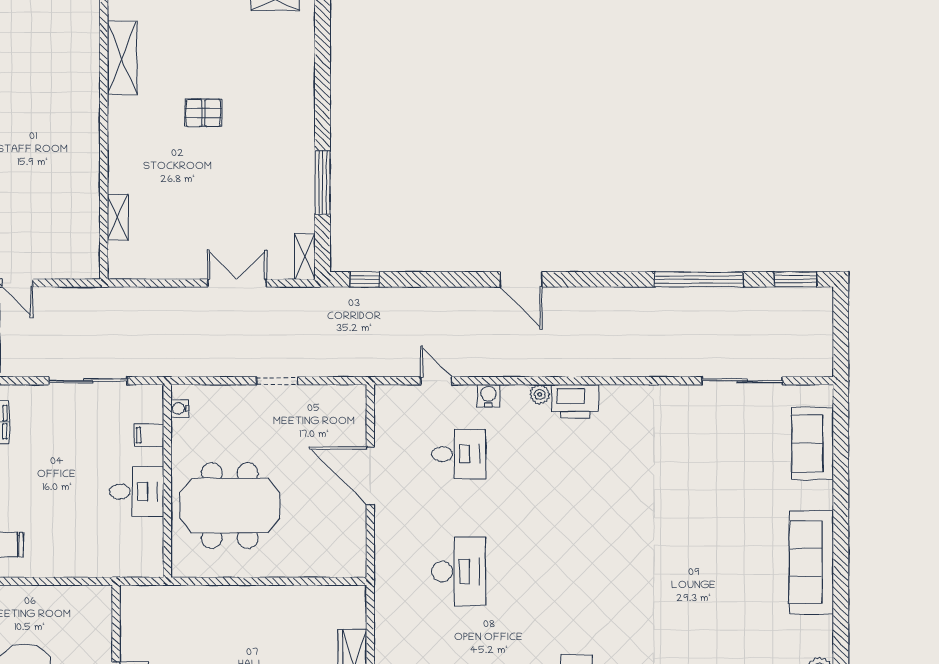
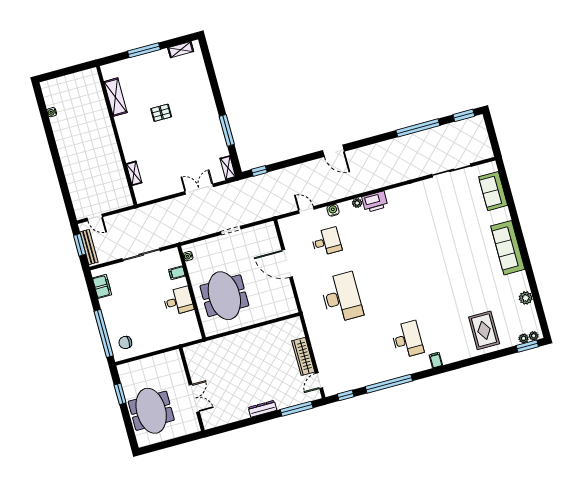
meeting table: (230, 505) -> (224, 296), turned 90
desk: (459, 571) -> (342, 297), width x1.36, depth x1.30

